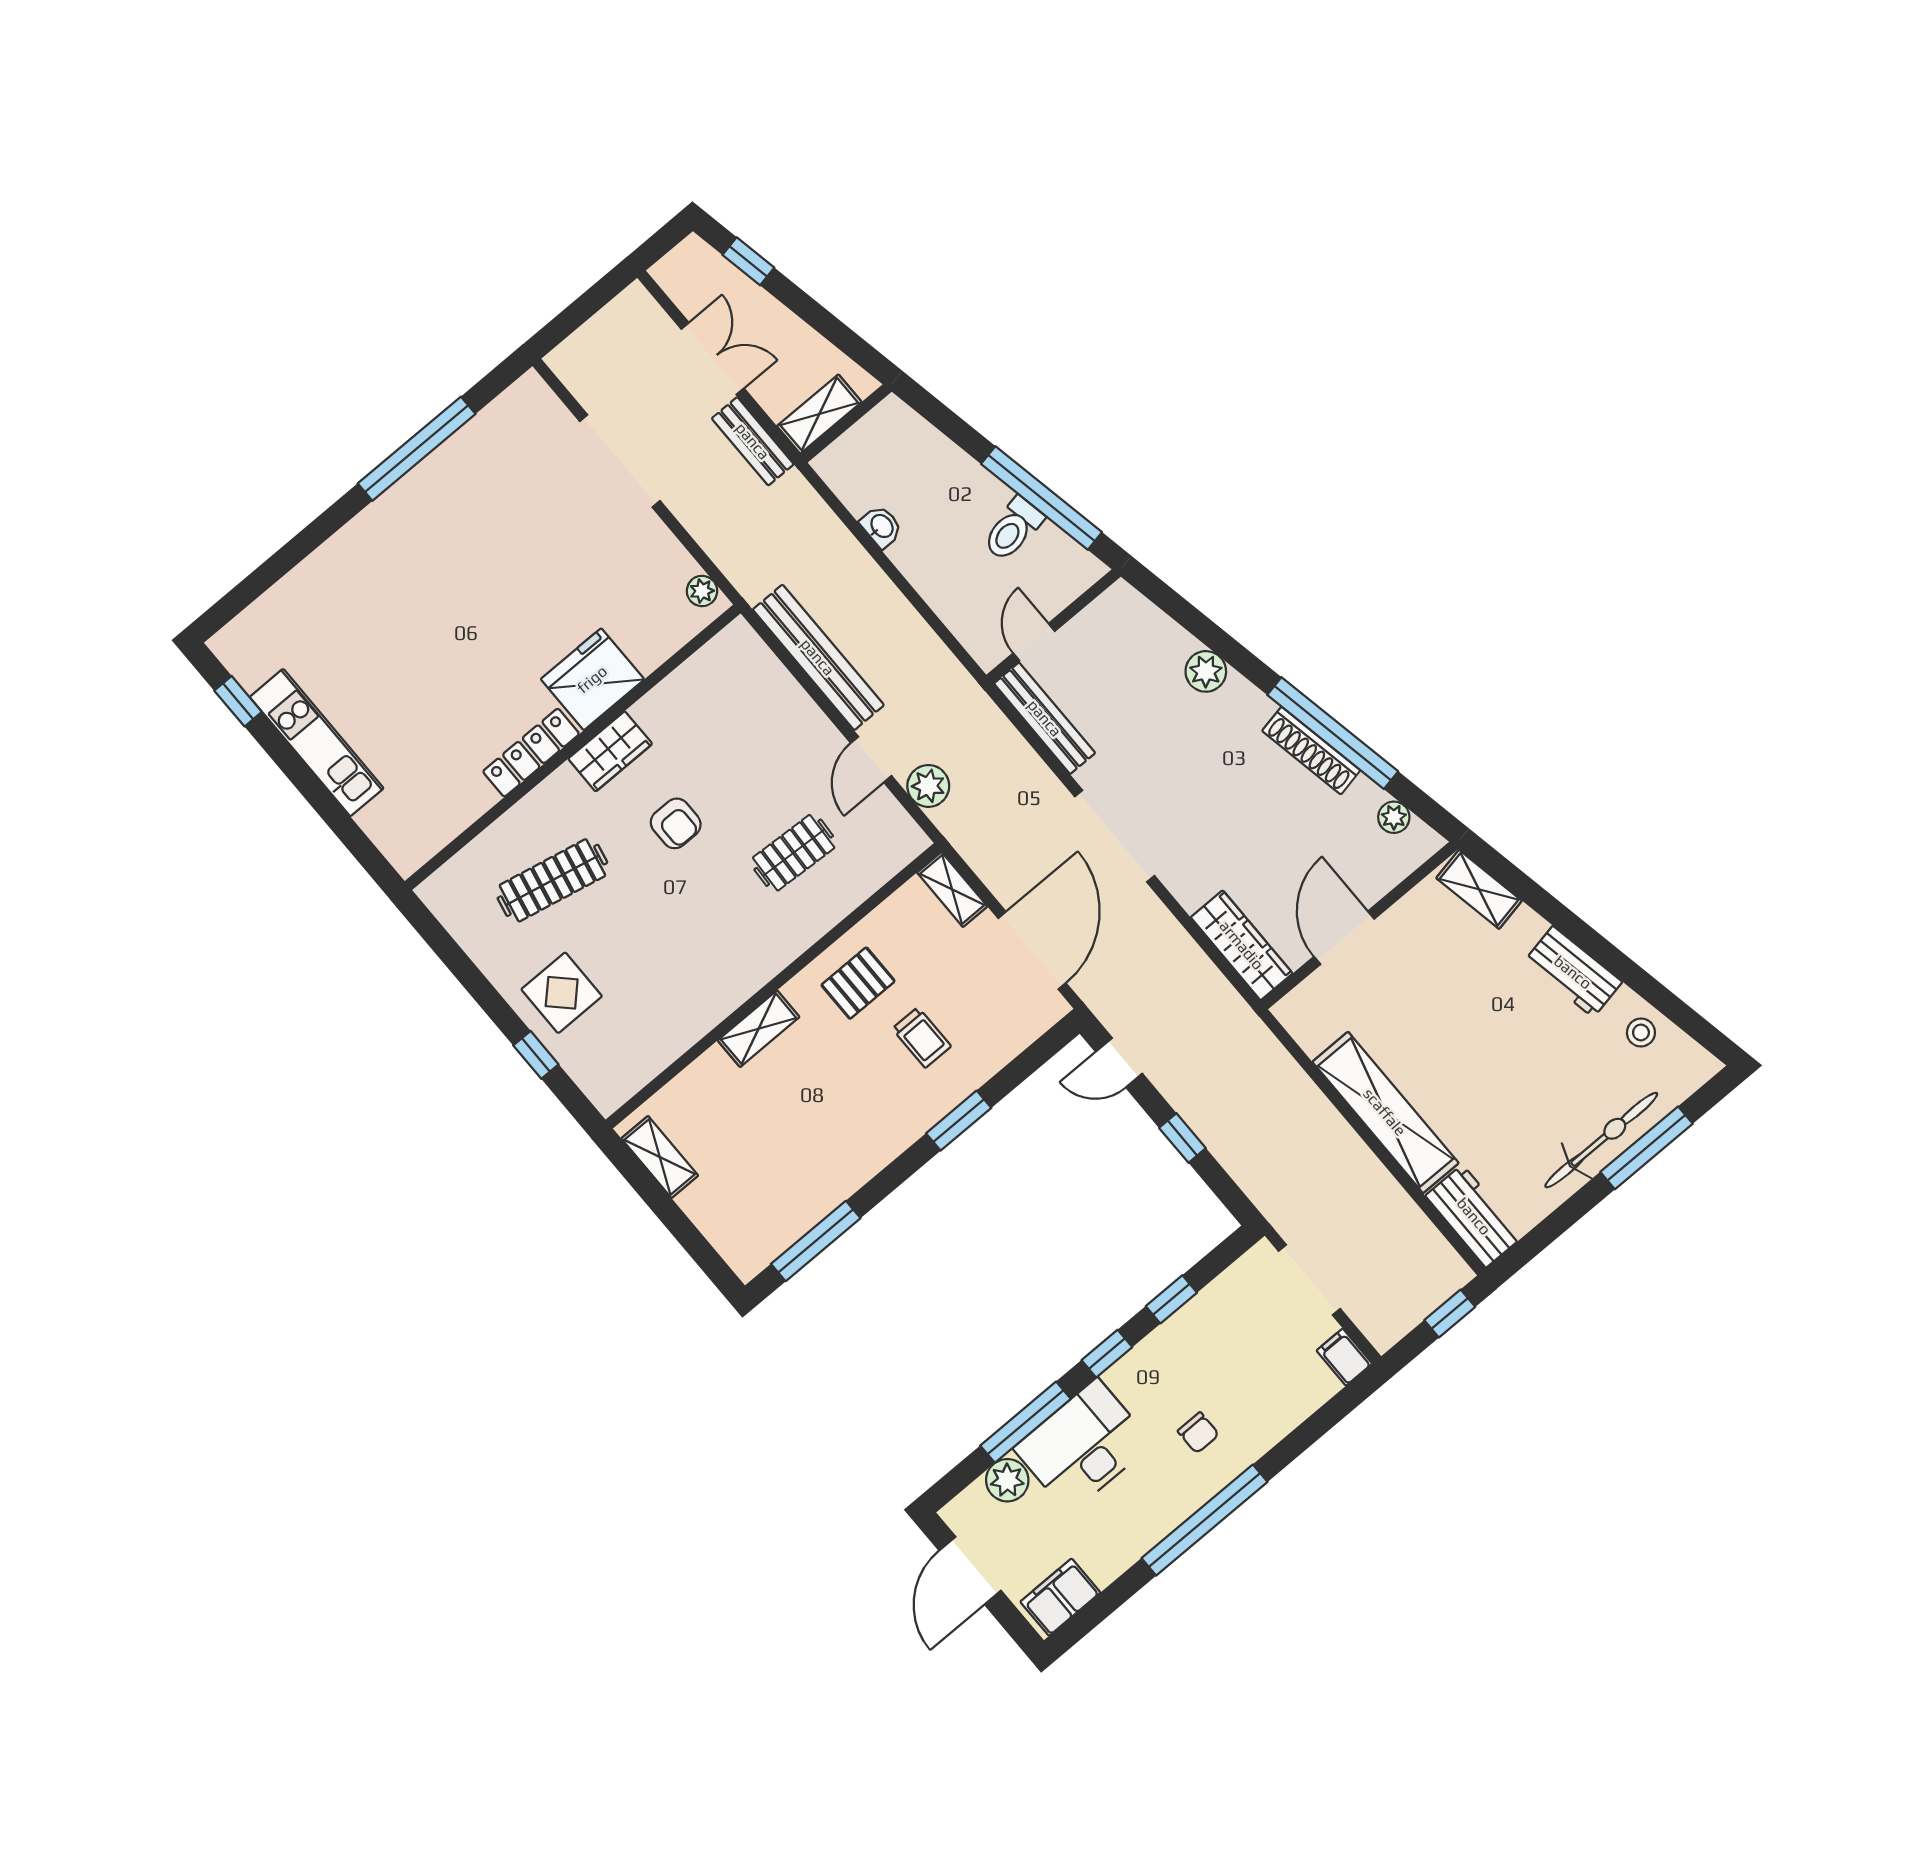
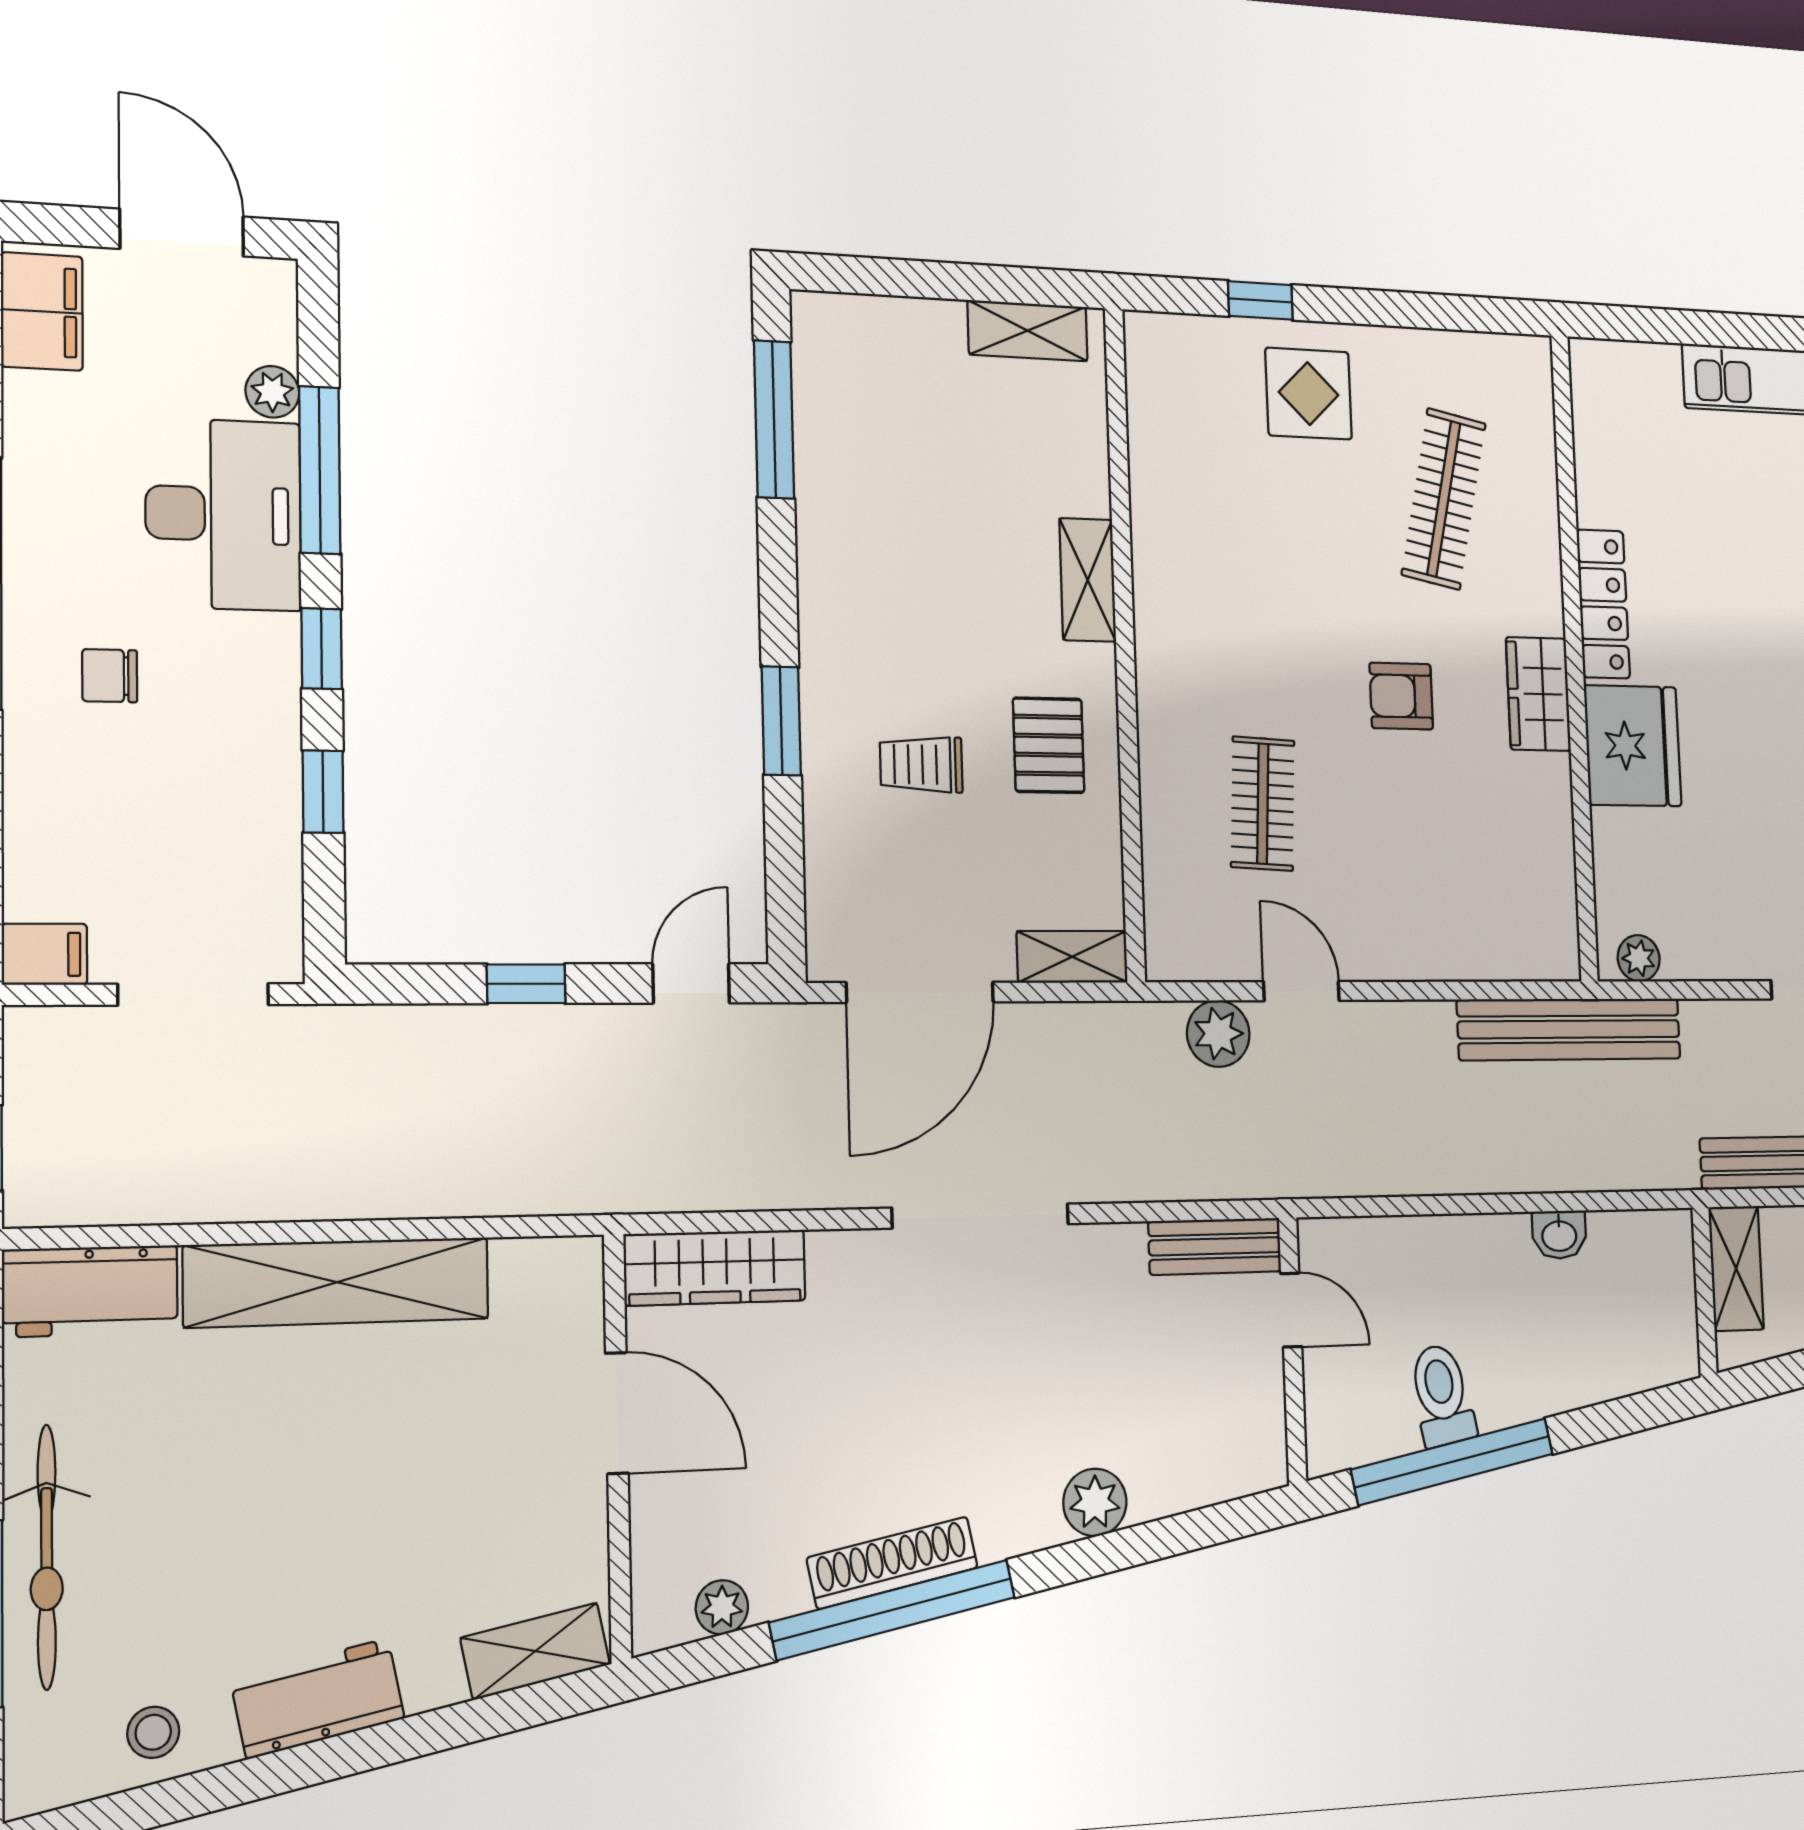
bench: (818, 657) -> (1569, 1029), moved
bench: (1045, 718) -> (1215, 1246), width x0.73
door: (1032, 951) -> (920, 992), hinge flipped
plant: (1007, 1480) -> (272, 392), width x0.73, depth x0.73

